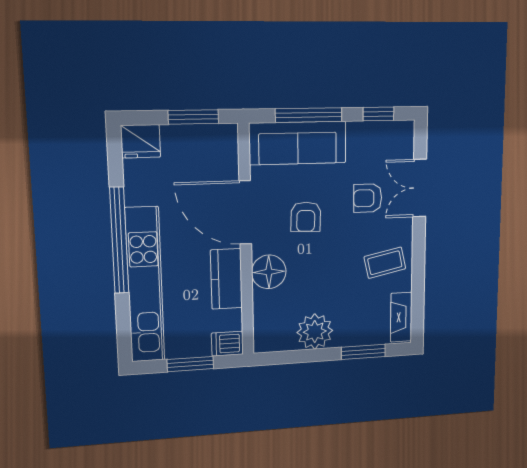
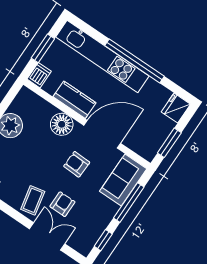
sofa: (298, 143) -> (123, 180), width x0.73
coffee table: (385, 263) -> (33, 200), moved

